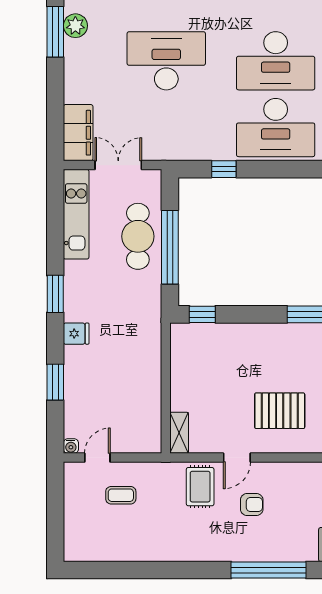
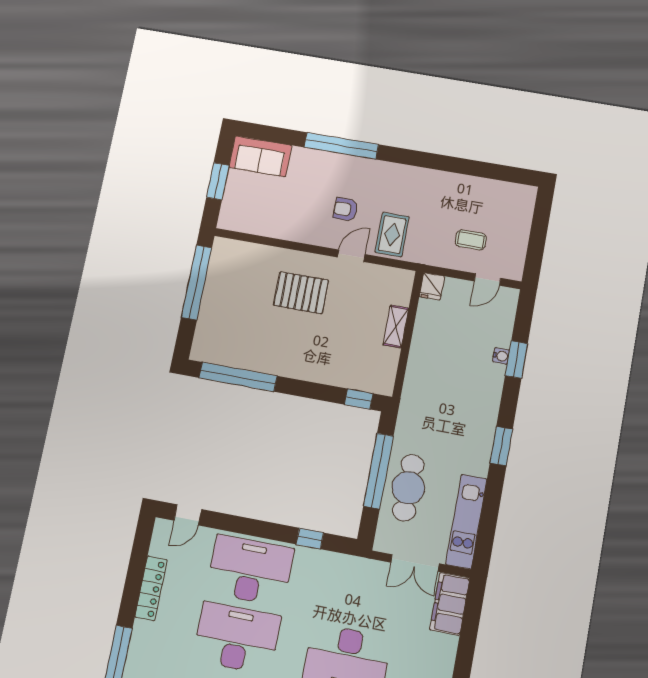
fridge: (76, 334) -> (432, 286), moved, turned -90
shelving: (179, 433) -> (396, 326), moved
water cooler: (71, 446) -> (501, 356), moved, turned 90

